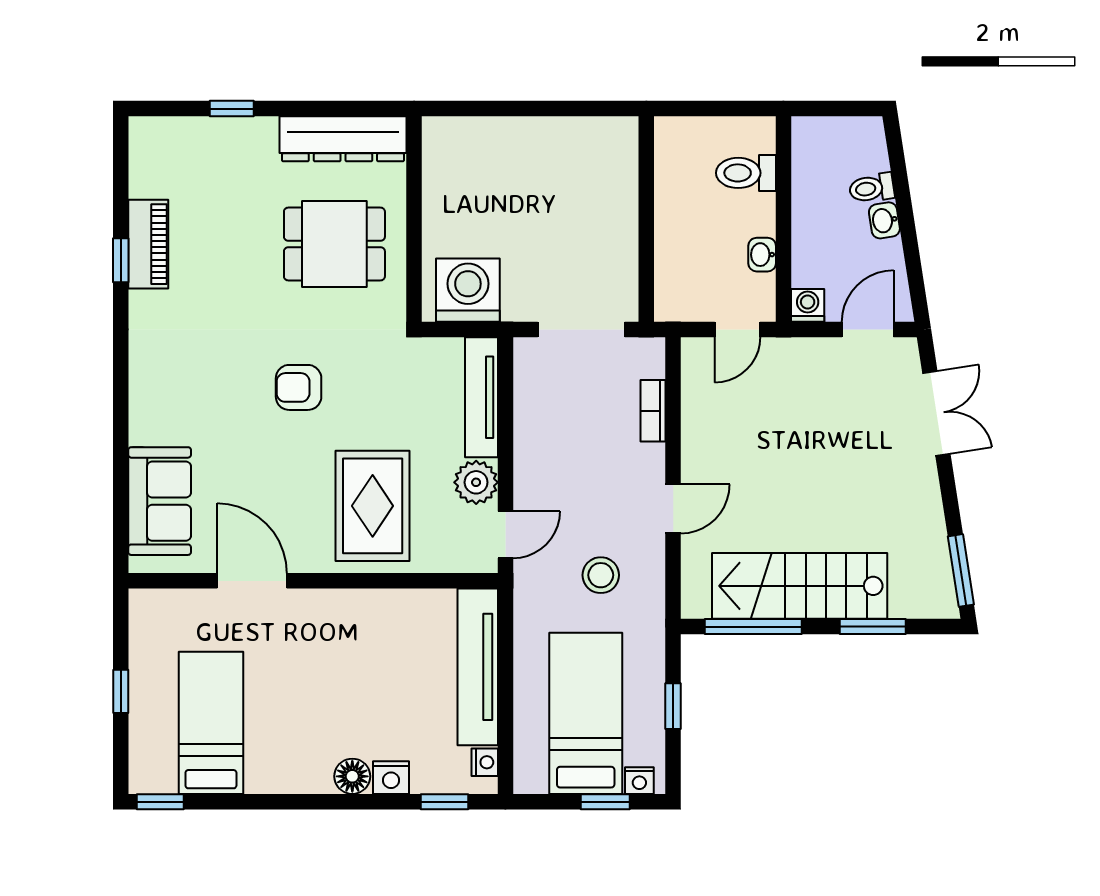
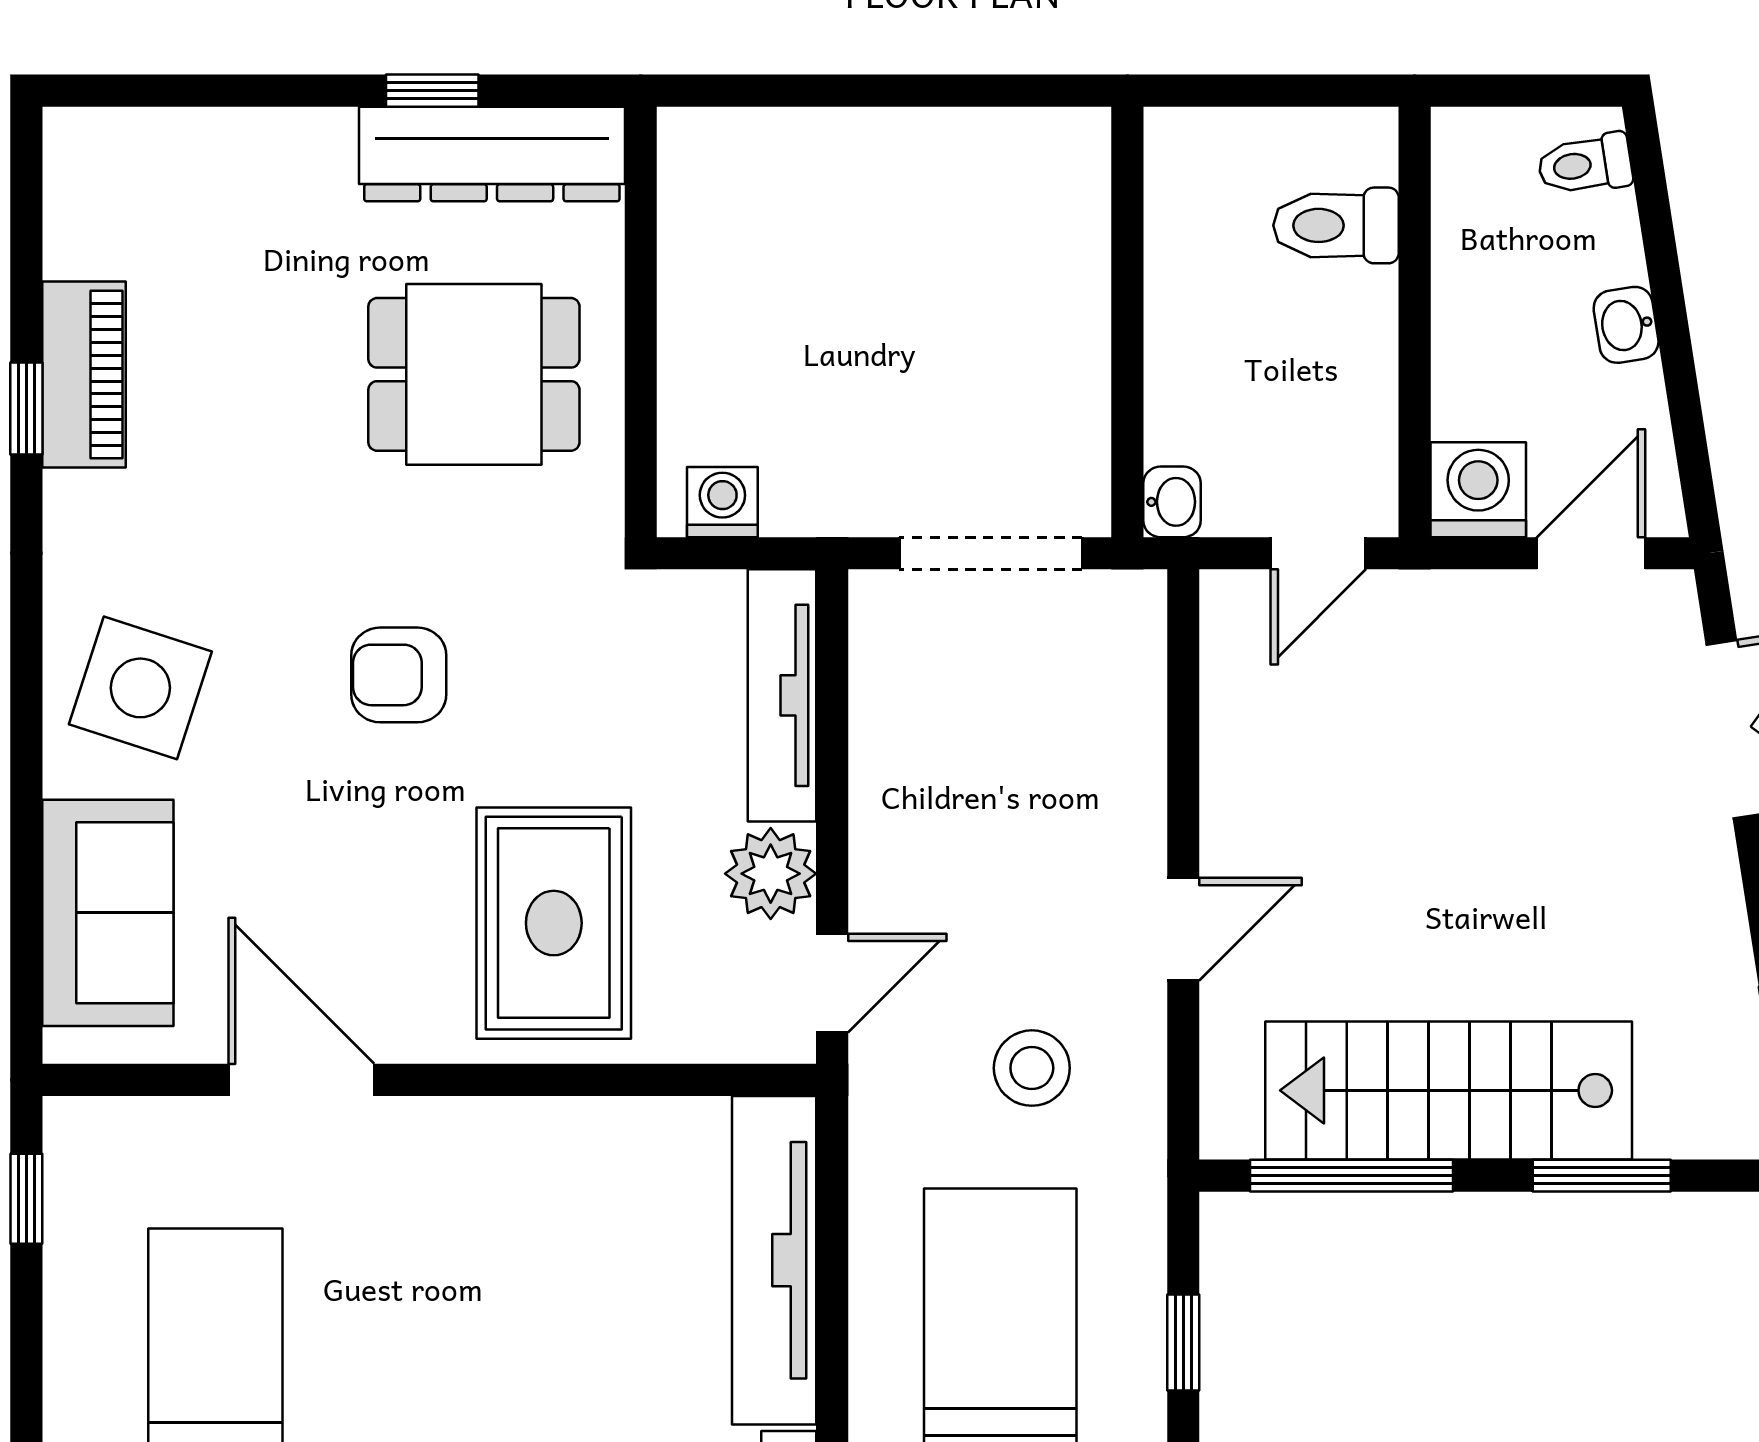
window: (232, 109) -> (432, 91), moved
toilet: (872, 188) -> (1585, 164), moved
washbasin: (762, 255) -> (1172, 502), moved, turned 180
washing machine: (468, 290) -> (722, 502), width x0.53, depth x0.53
washing machine: (808, 305) -> (1478, 490), width x1.38, depth x1.38
side table: (175, 394) -> (140, 688), added
bookcase: (653, 411) -> (1141, 724), removed
window: (121, 691) -> (26, 1199), moved

